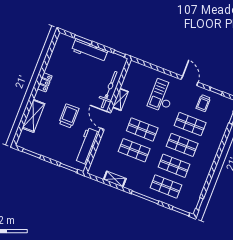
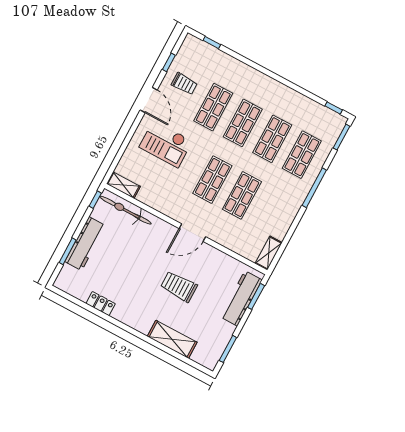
door: (190, 81) -> (149, 100), swing flipped
locker: (45, 82) -> (101, 304), moved
bicycle: (109, 90) -> (125, 210), moved
shelving: (120, 99) -> (123, 185), moved
workbench: (87, 146) -> (241, 298), moved, turned 90
shelving: (115, 179) -> (269, 253), moved

